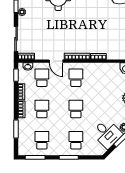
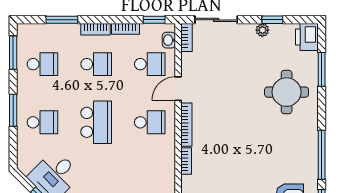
school desk: (76, 109) -> (96, 122), width x1.85

